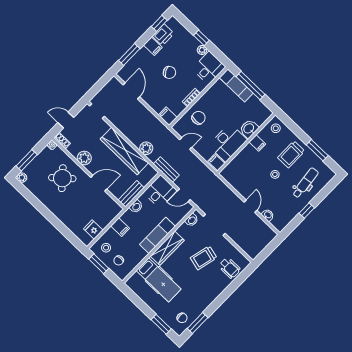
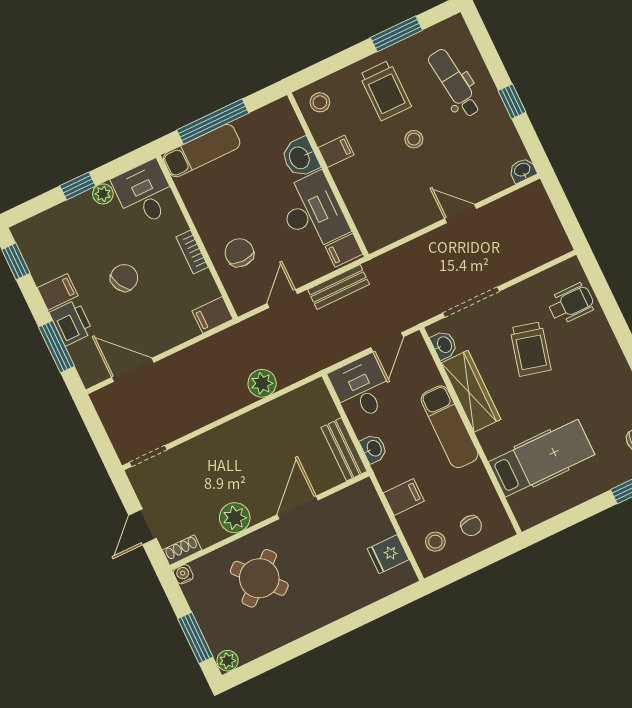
printer: (163, 35) -> (71, 323), moved
wardrobe: (124, 151) -> (251, 430), removed
bench: (166, 170) -> (339, 287), moved
washbasin: (268, 215) -> (522, 170), moved
wardrobe: (167, 248) -> (471, 391), moved
window: (99, 264) -> (463, 569), removed

